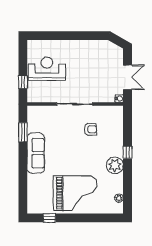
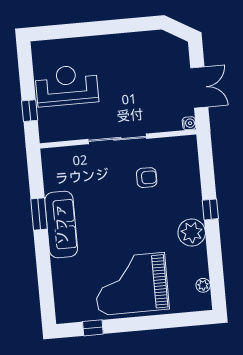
window: (23, 132) -> (39, 214), moved
grand piano: (75, 193) -> (131, 284), turned 180

